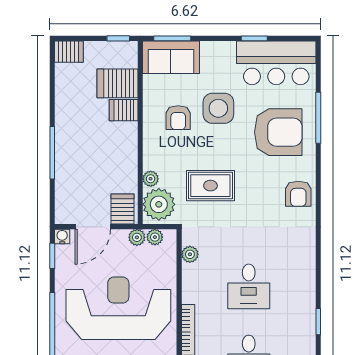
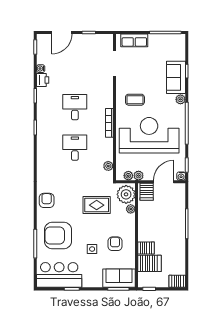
side table: (218, 108) -> (92, 249), width x0.54, depth x0.54
reception desk: (118, 308) -> (149, 135), turned 180

